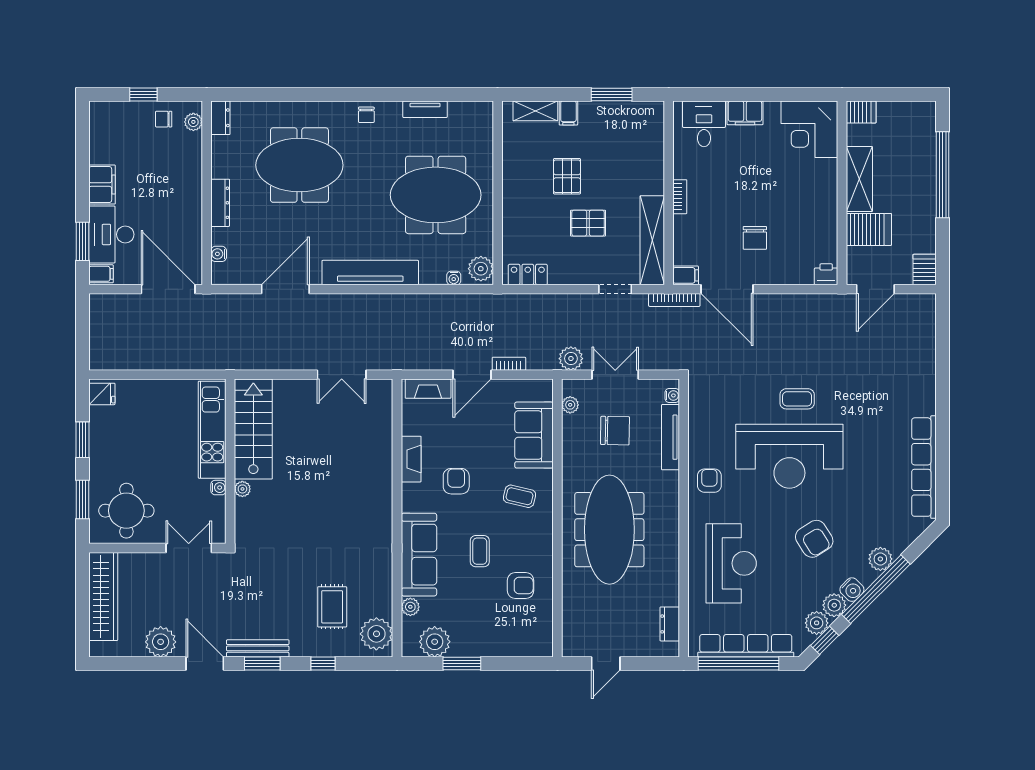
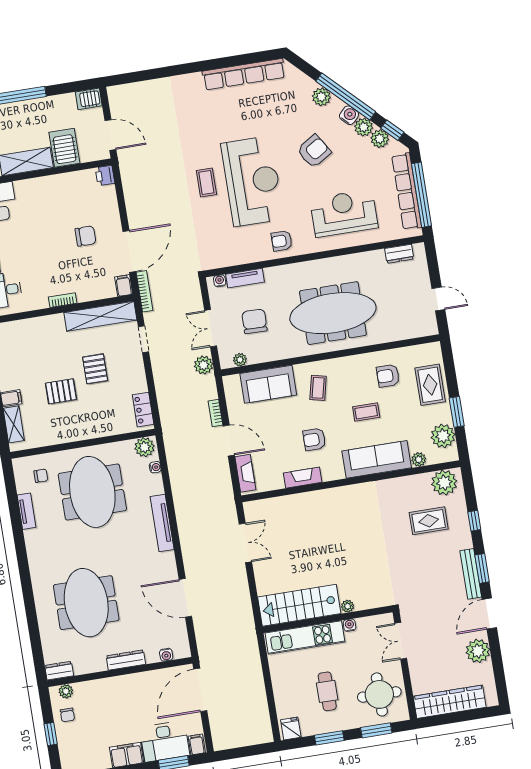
chair: (366, 115) -> (41, 476), moved
tv unit: (370, 273) -> (162, 523), width x0.73, depth x0.78
tv unit: (671, 437) -> (245, 278), width x0.71
cafe table: (141, 446) -> (327, 691), added
armchair: (521, 586) -> (388, 376), turned -90
rug: (501, 636) -> (430, 385), added

